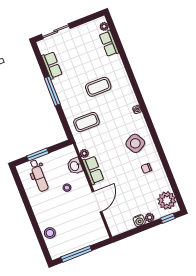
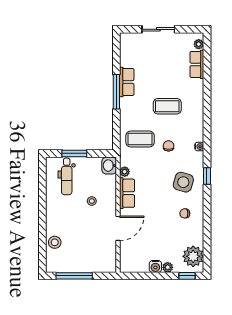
sliding door: (56, 31) -> (158, 29), moved
row of seats: (52, 65) -> (127, 82), moved
chair: (112, 119) -> (169, 146), added
window: (153, 131) -> (207, 176), added
side table: (135, 143) -> (183, 182), turned 45
washbasin: (75, 166) -> (109, 166), moved

